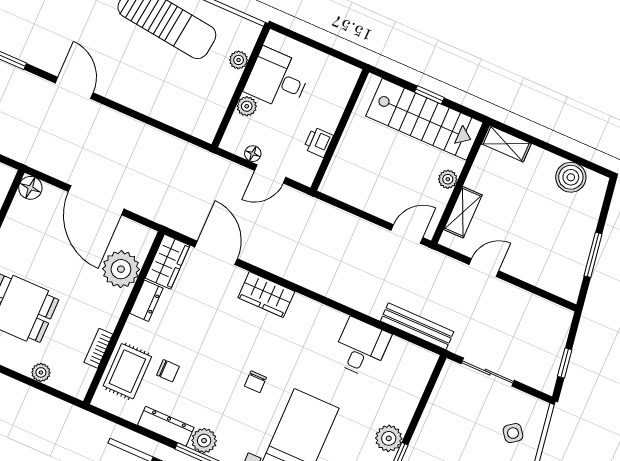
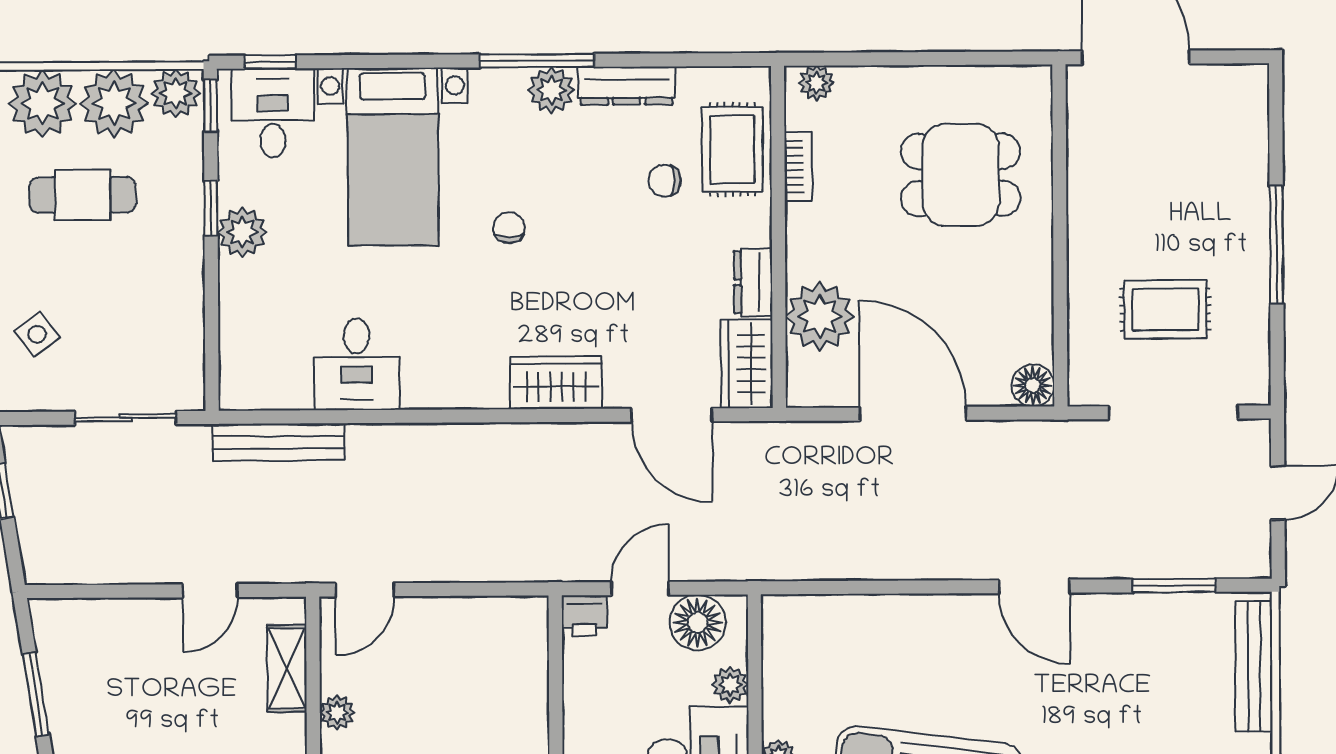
printer: (318, 142) -> (584, 616), moved, turned 90
floor lamp: (253, 154) -> (698, 623), width x1.89, depth x1.89
plant: (41, 372) -> (817, 83), moved

